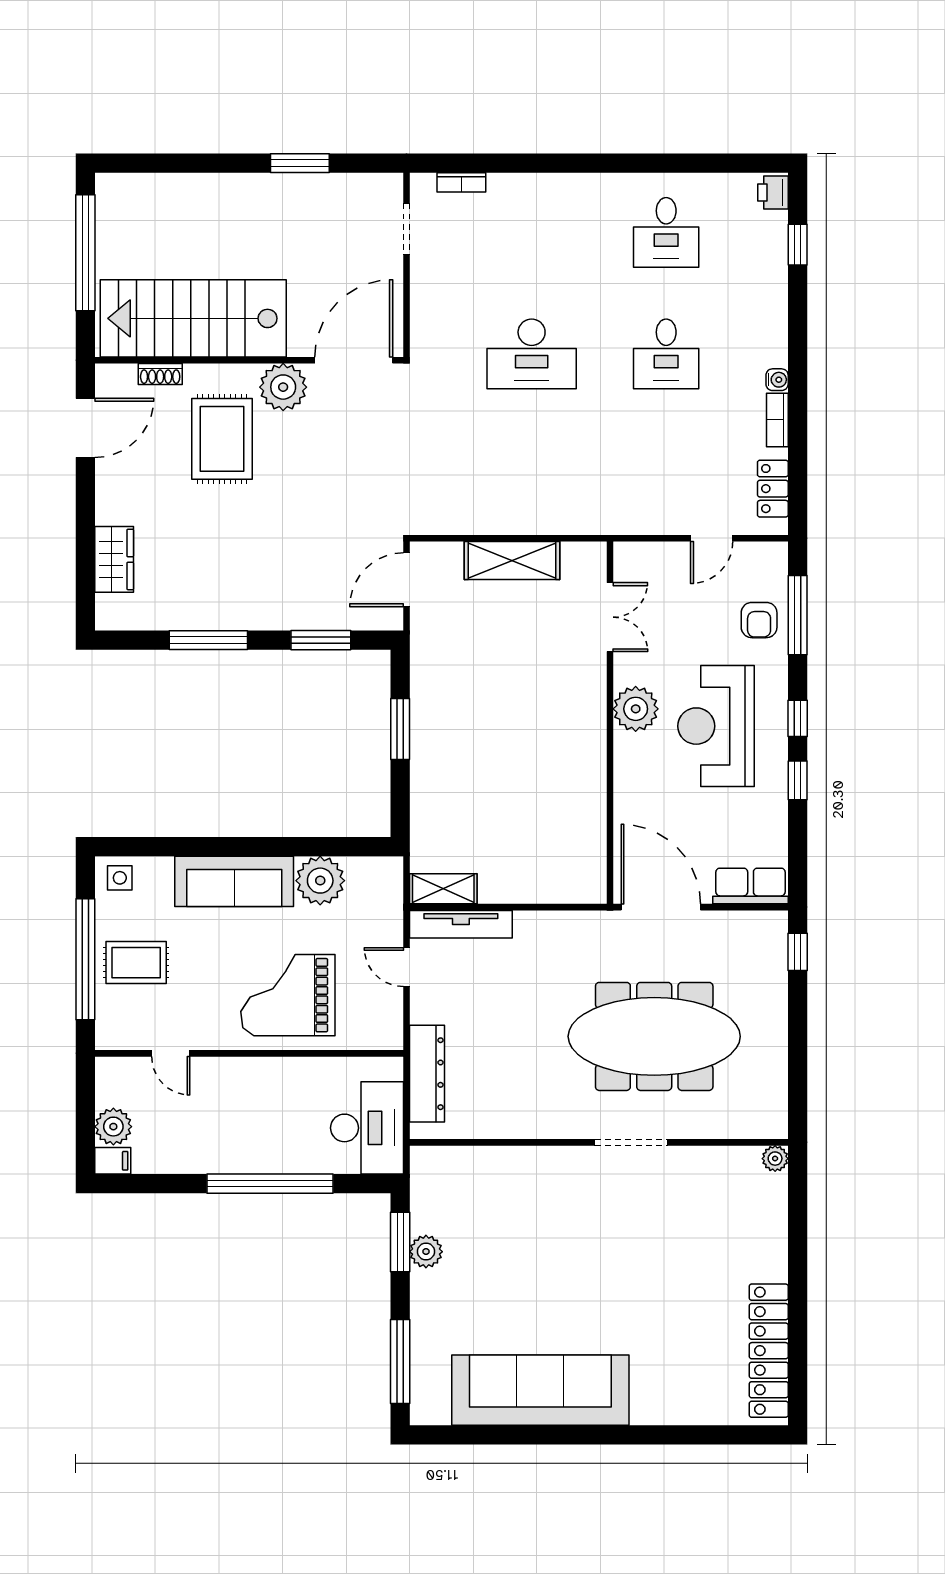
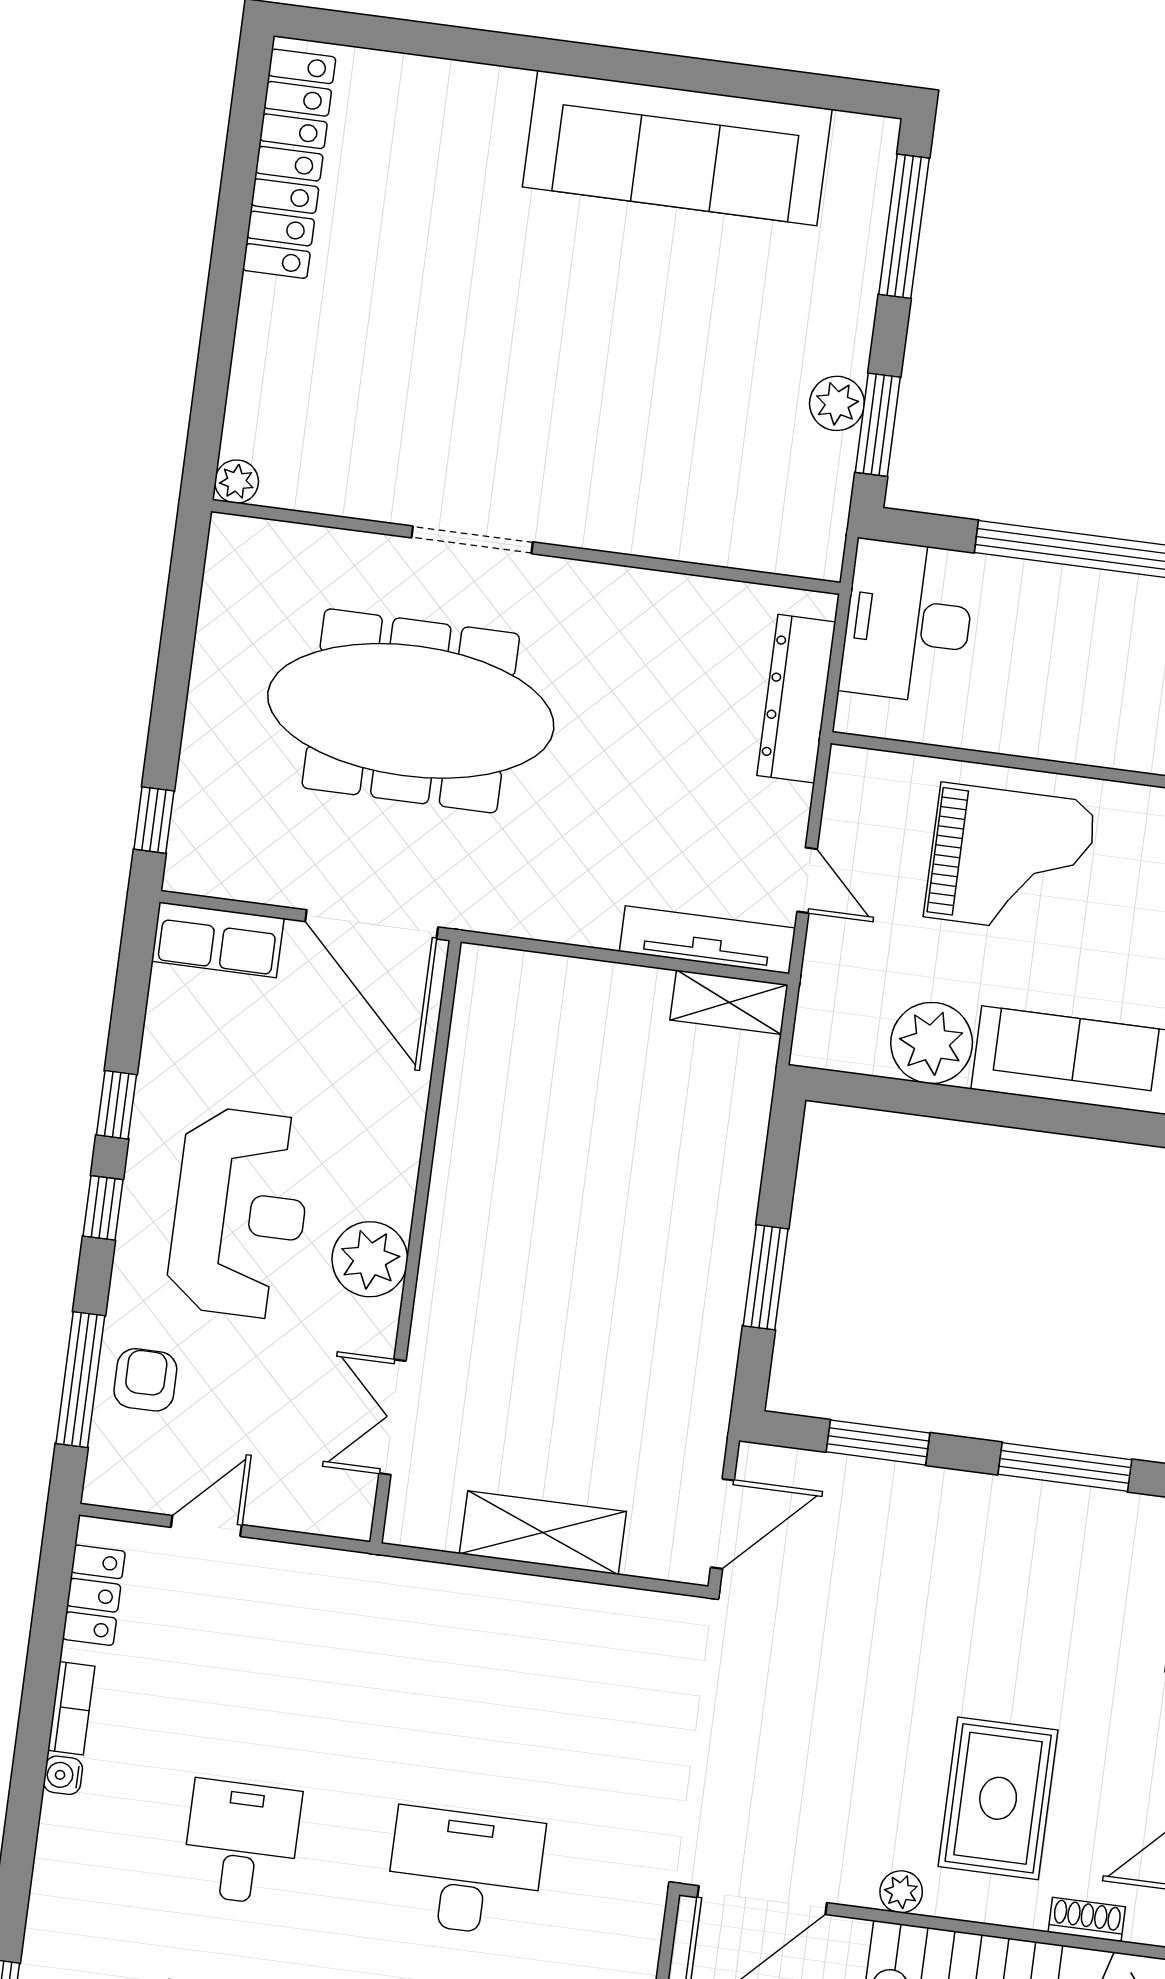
plant: (283, 387) -> (901, 1892), width x0.53, depth x0.53

